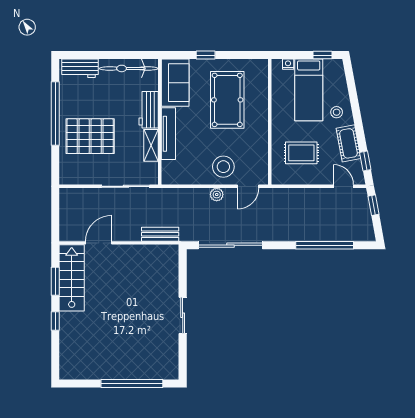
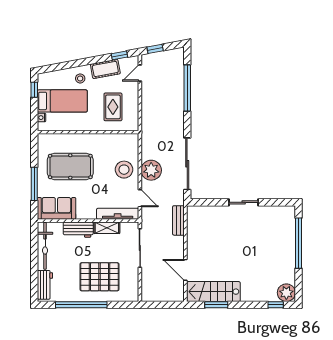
window: (206, 55) -> (34, 184), width x2.17
tv unit: (168, 134) -> (118, 214), moved
pallet: (90, 136) -> (99, 277), turned 90
door: (248, 186) -> (140, 198), moved
plant: (217, 195) -> (151, 170), width x1.87, depth x1.87
window: (55, 321) -> (276, 305), moved
plant: (70, 369) -> (286, 293), added

